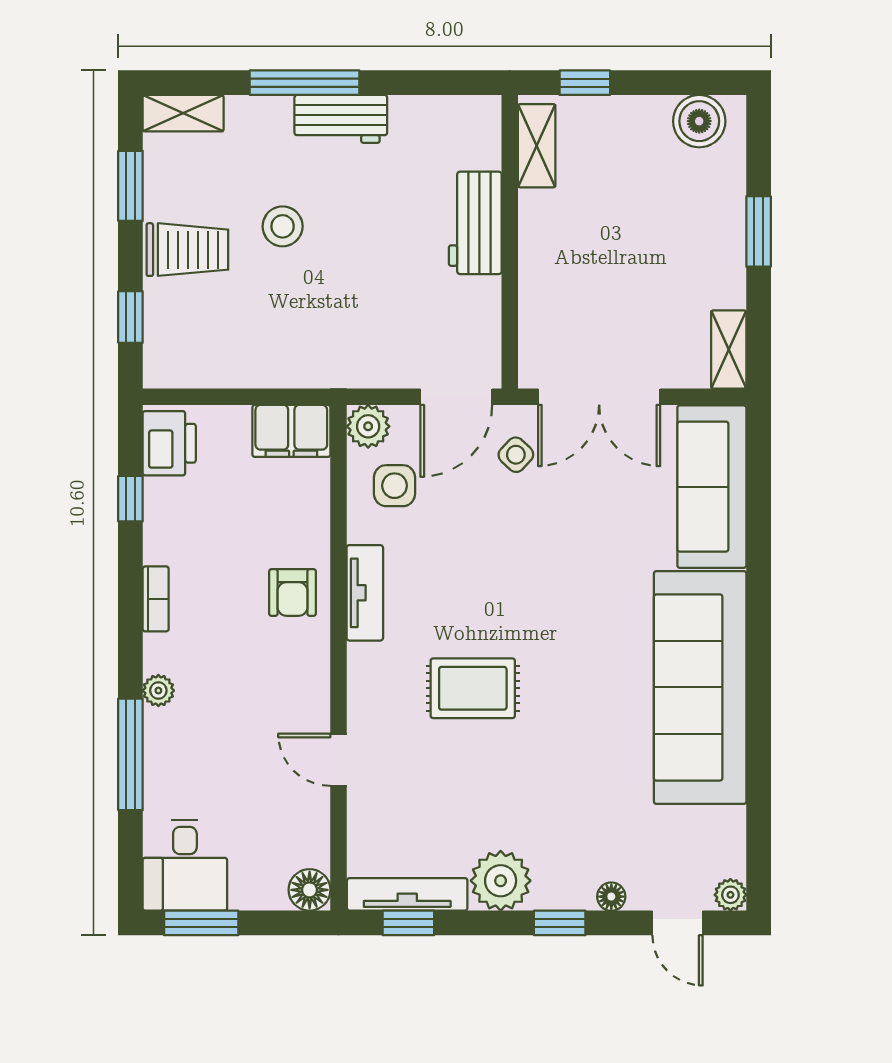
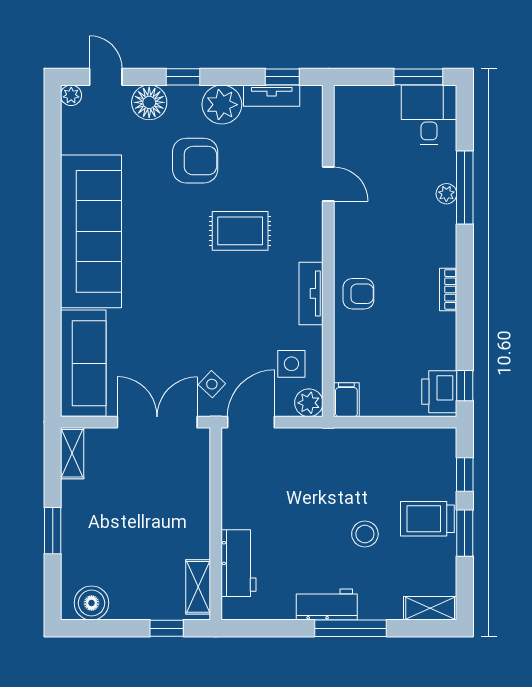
window: (130, 186) -> (465, 533), moved
workbench: (475, 223) -> (239, 563), moved
filing cabinet: (291, 431) -> (346, 400), width x0.50
window: (130, 499) -> (465, 386), moved
armchair: (293, 592) -> (358, 294), turned 90
plant: (158, 691) -> (446, 194), moved
armchair: (541, 795) -> (195, 161), added
floor lamp: (310, 890) -> (347, 99), removed
tv unit: (407, 894) -> (272, 96), width x0.71
floor lamp: (611, 897) -> (149, 102), width x1.89, depth x1.89

